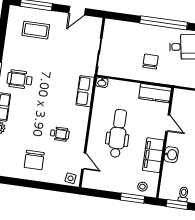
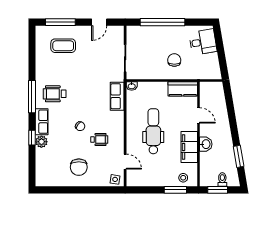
window: (164, 23) -> (163, 22), moved
chair: (42, 117) -> (80, 126), added

